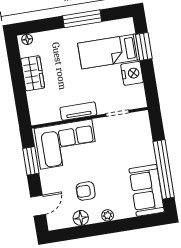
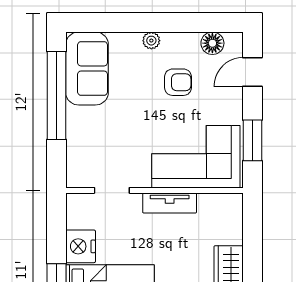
floor lamp: (81, 218) -> (212, 43), moved

